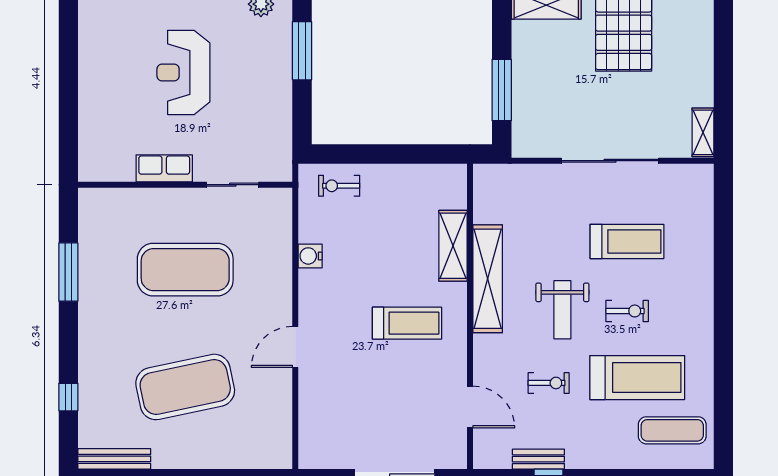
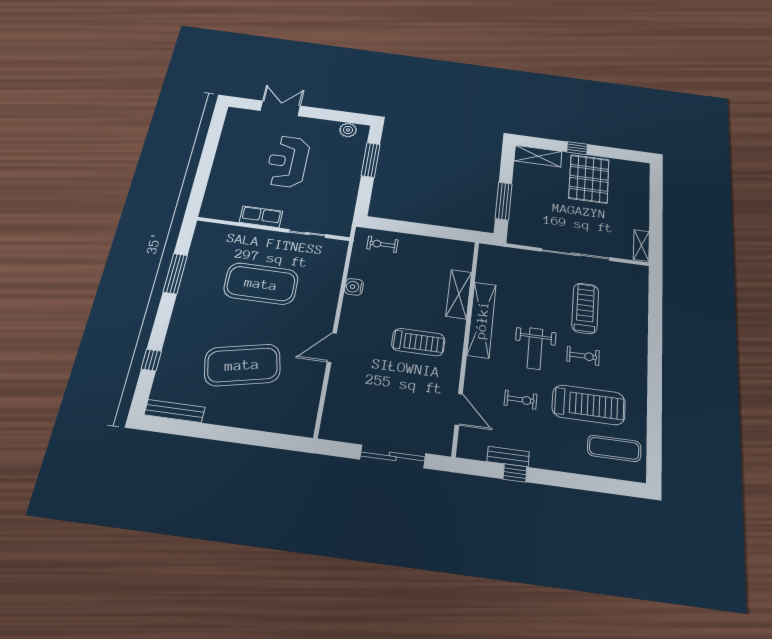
treadmill: (627, 241) -> (585, 308), turned -90

